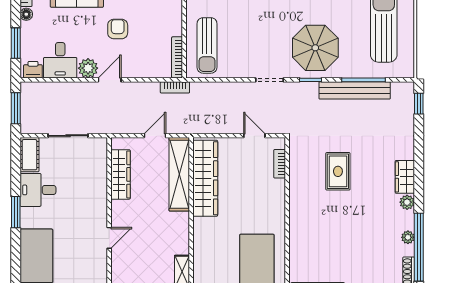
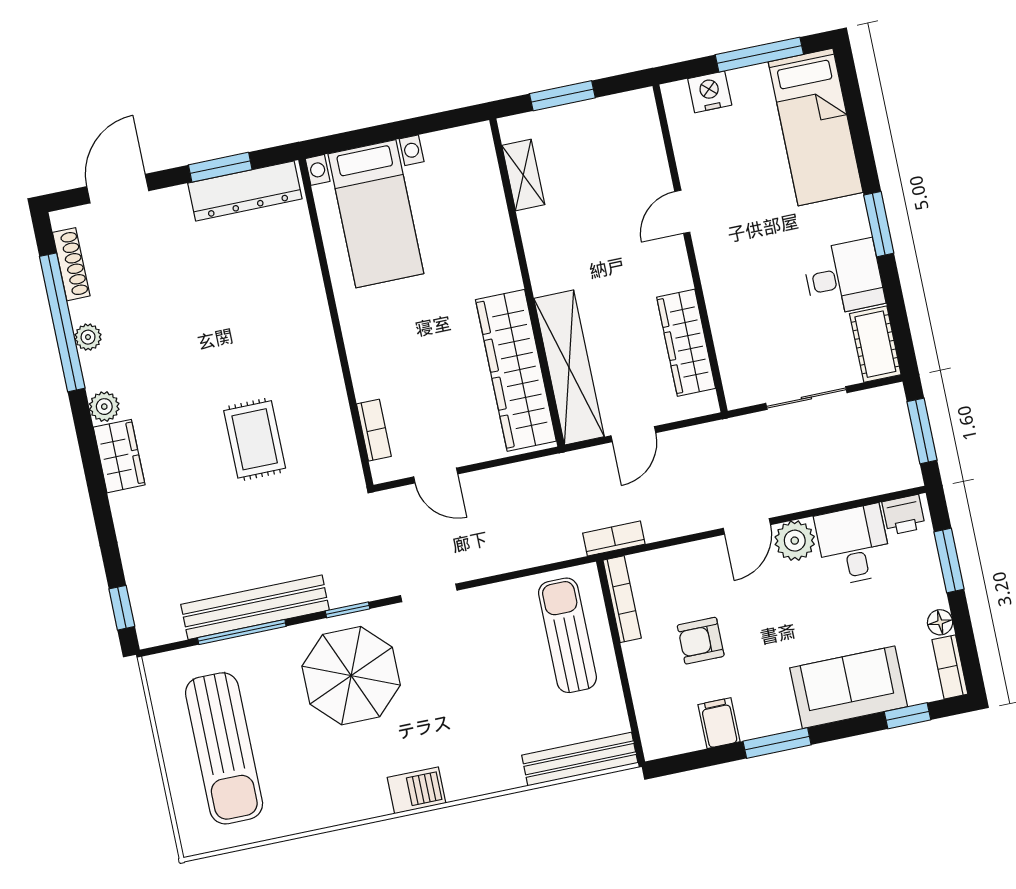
armchair: (118, 29) -> (701, 641), moved, turned 90

